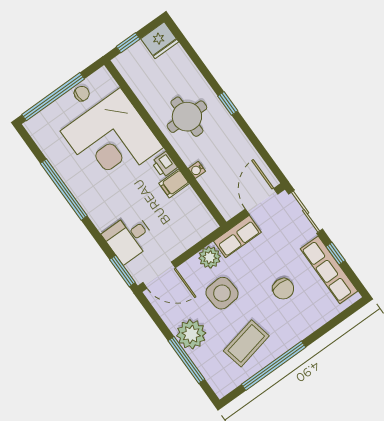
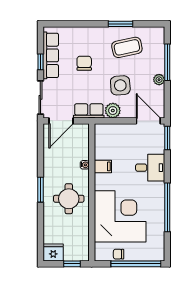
window: (228, 103) -> (40, 190), width x1.50
printer: (164, 165) -> (101, 181), removed
desk: (129, 238) -> (150, 168), moved
plant: (191, 334) -> (159, 80), width x0.53, depth x0.53
window: (274, 366) -> (121, 24), width x0.47

